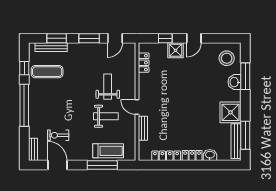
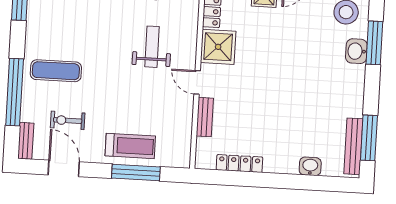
exercise mat: (47, 72) -> (56, 71), moved
window: (24, 105) -> (15, 92), moved
shower: (231, 112) -> (218, 47), moved
weight bench: (106, 116) -> (146, 94), removed
treadmill: (108, 151) -> (130, 146), moved
locker: (192, 155) -> (281, 165), removed

